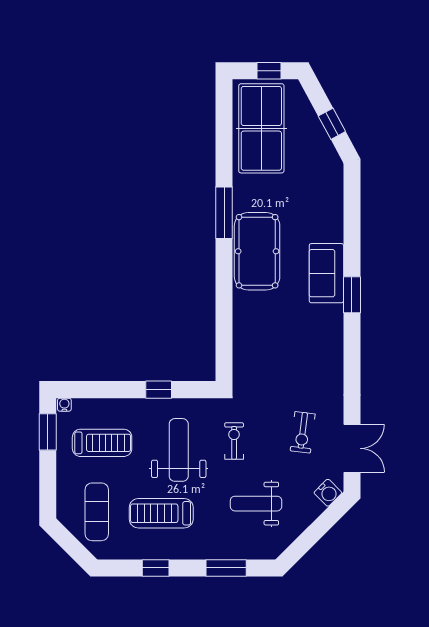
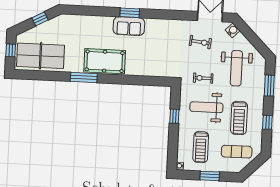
sofa: (326, 273) -> (129, 26), moved
window: (48, 432) -> (210, 176), moved
treadmill: (102, 443) -> (201, 147), turned 180
weight bench: (256, 504) -> (236, 68), width x1.36, depth x1.33

